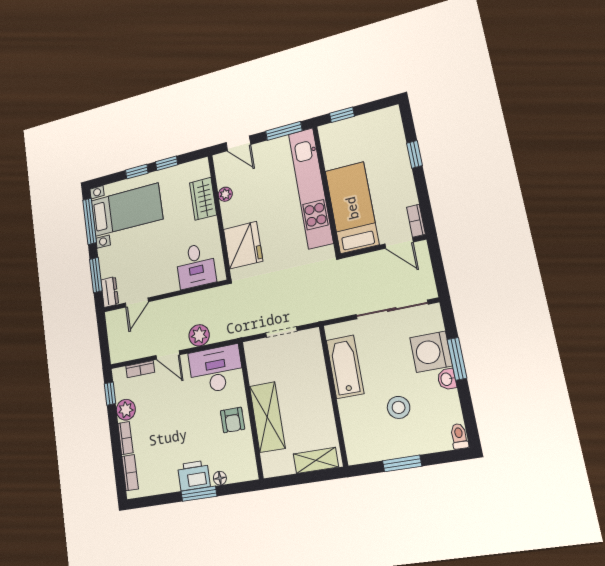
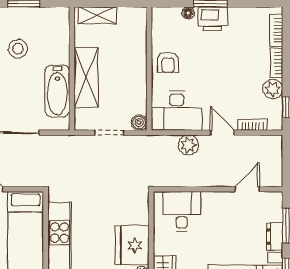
fridge: (243, 245) -> (132, 245), moved
dresser: (110, 292) -> (275, 237), moved
boiler: (252, 349) -> (139, 123), added
shelving: (267, 417) -> (86, 77), moved
armchair: (232, 420) -> (168, 62), turned 180

